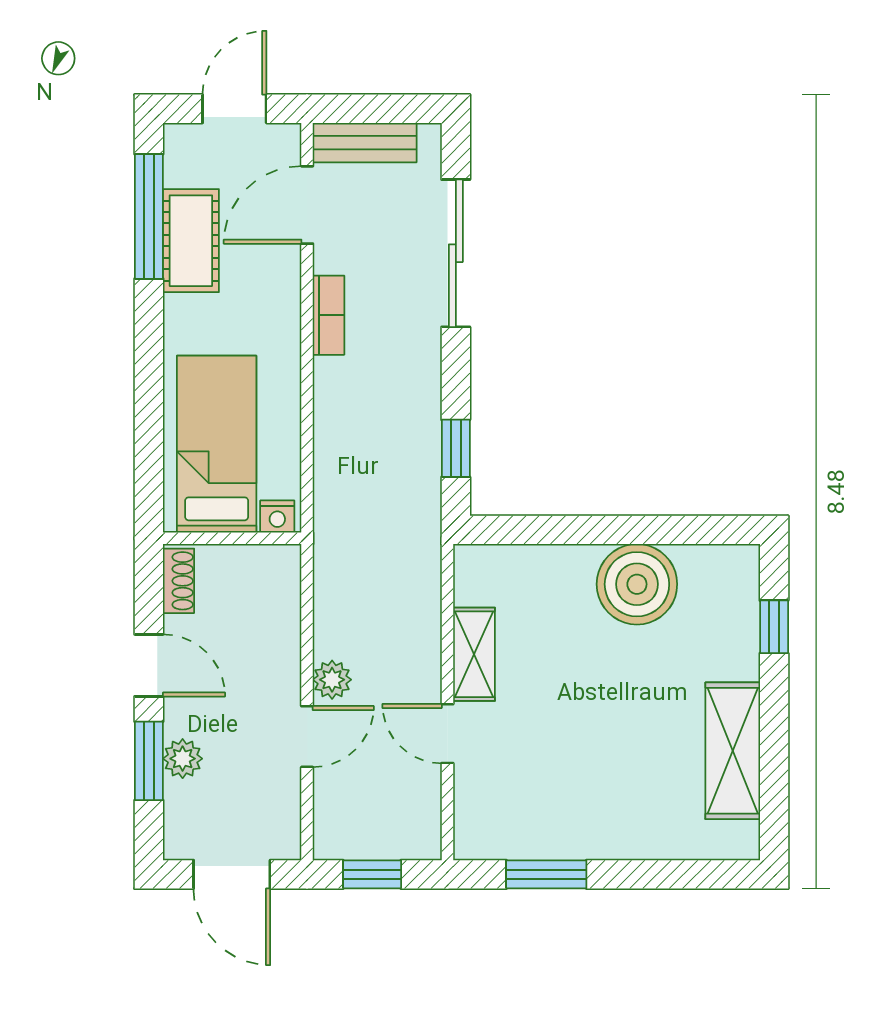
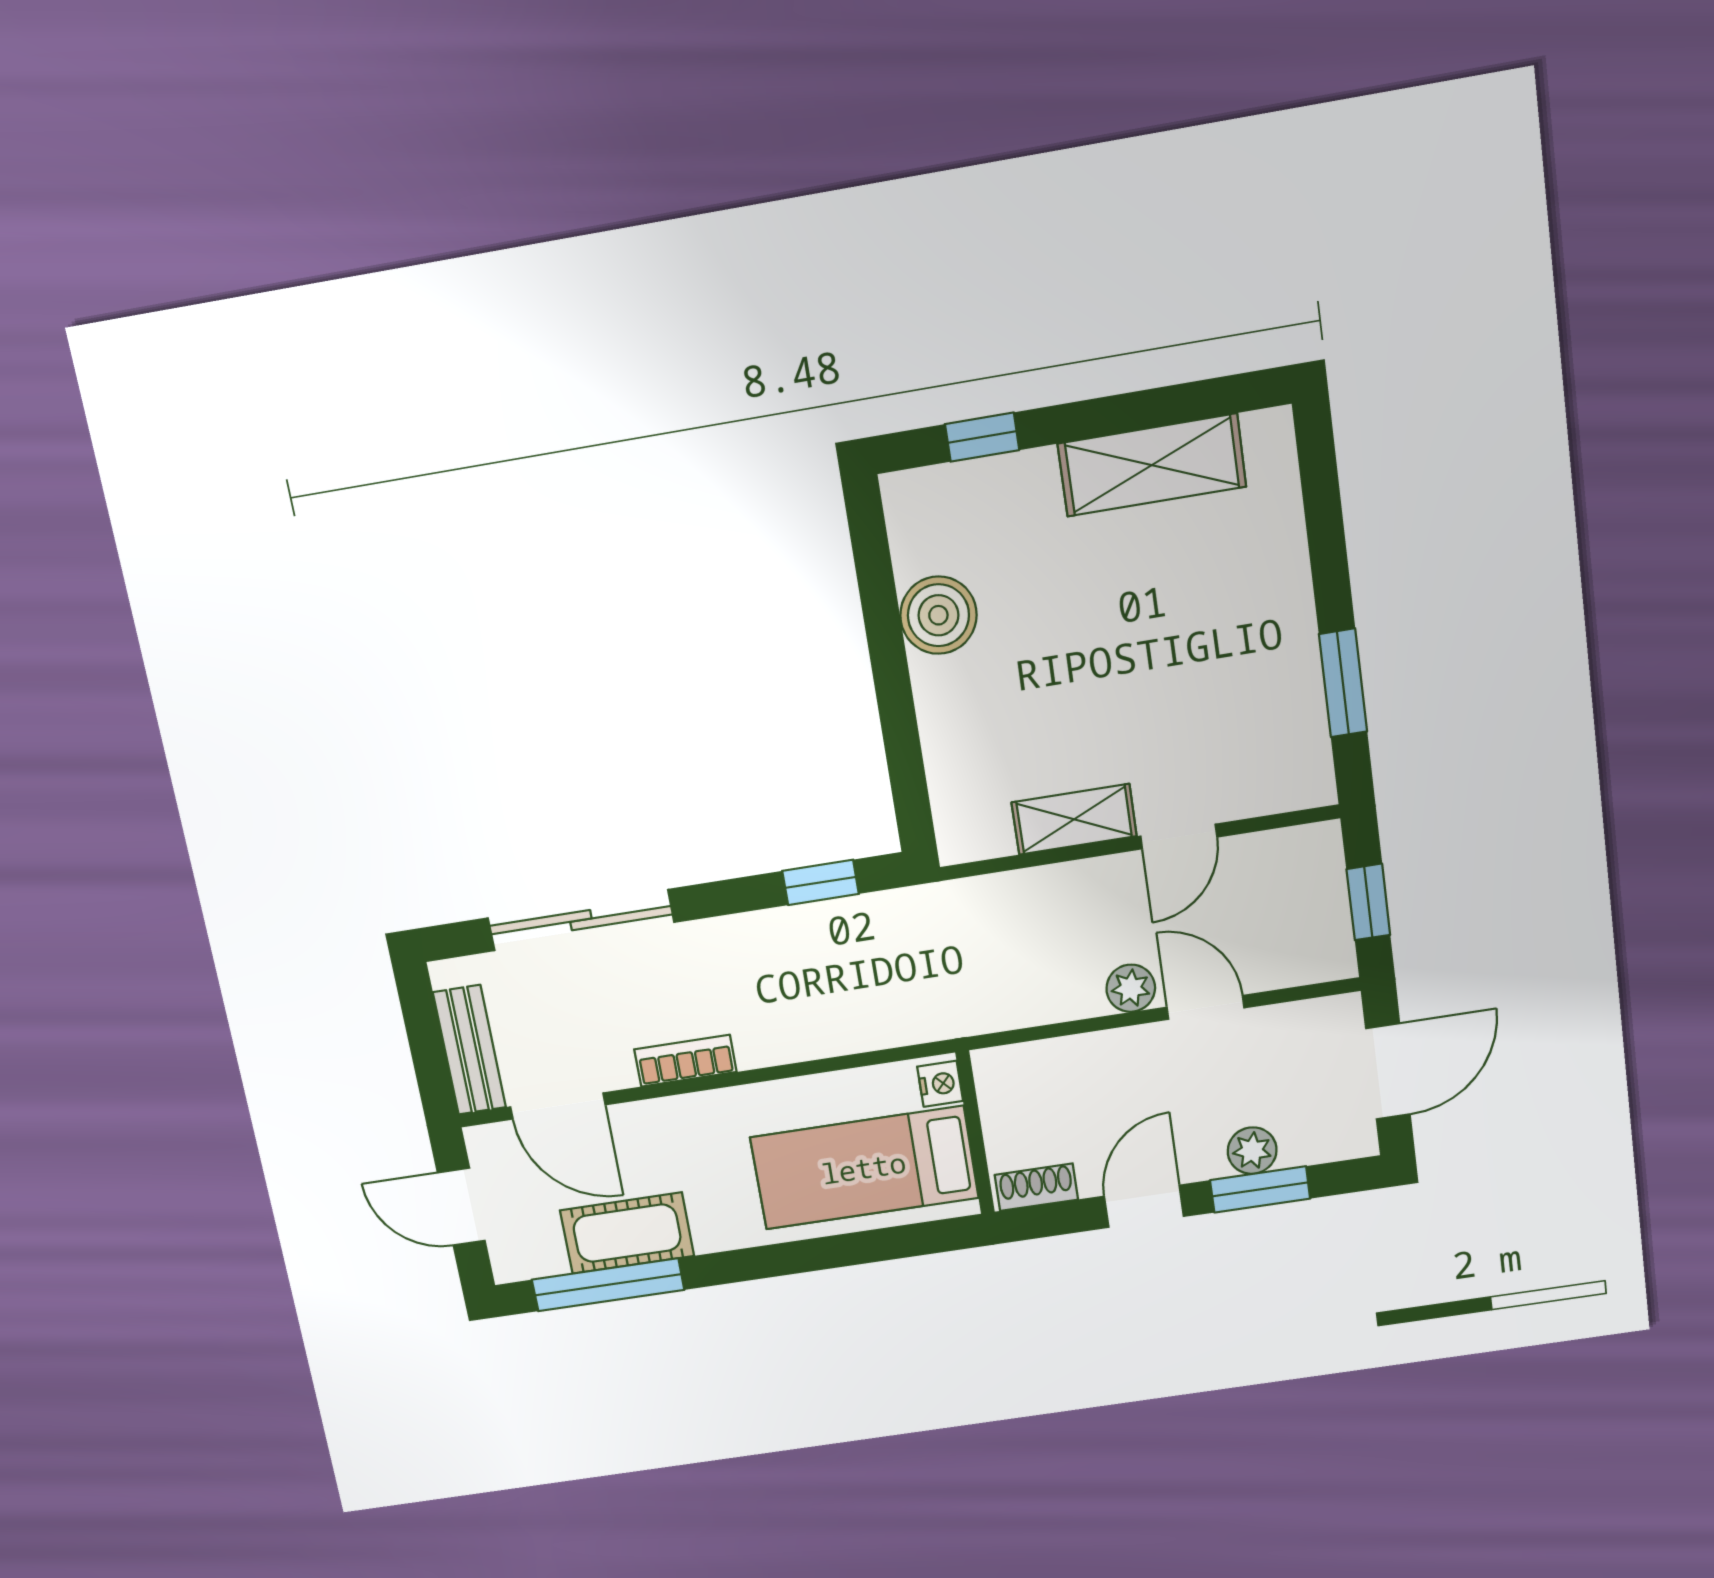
boiler: (637, 584) -> (938, 615), width x0.73, depth x0.73

